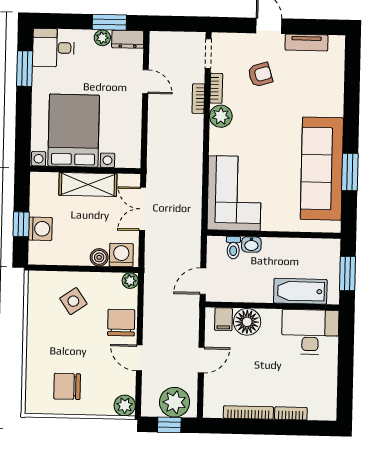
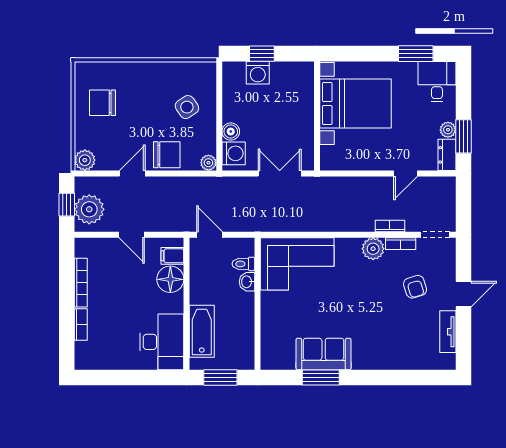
sofa: (322, 169) -> (324, 354), width x0.54, depth x0.79
shelving: (88, 184) -> (303, 119), removed
chair: (67, 386) -> (102, 103), turned -90

